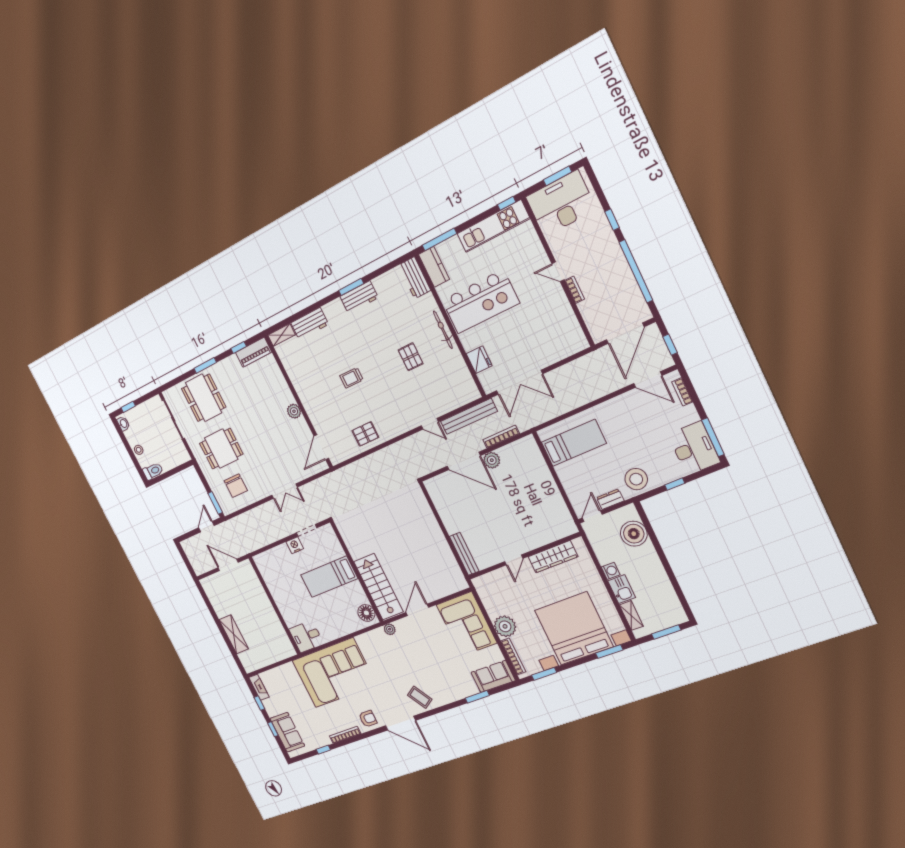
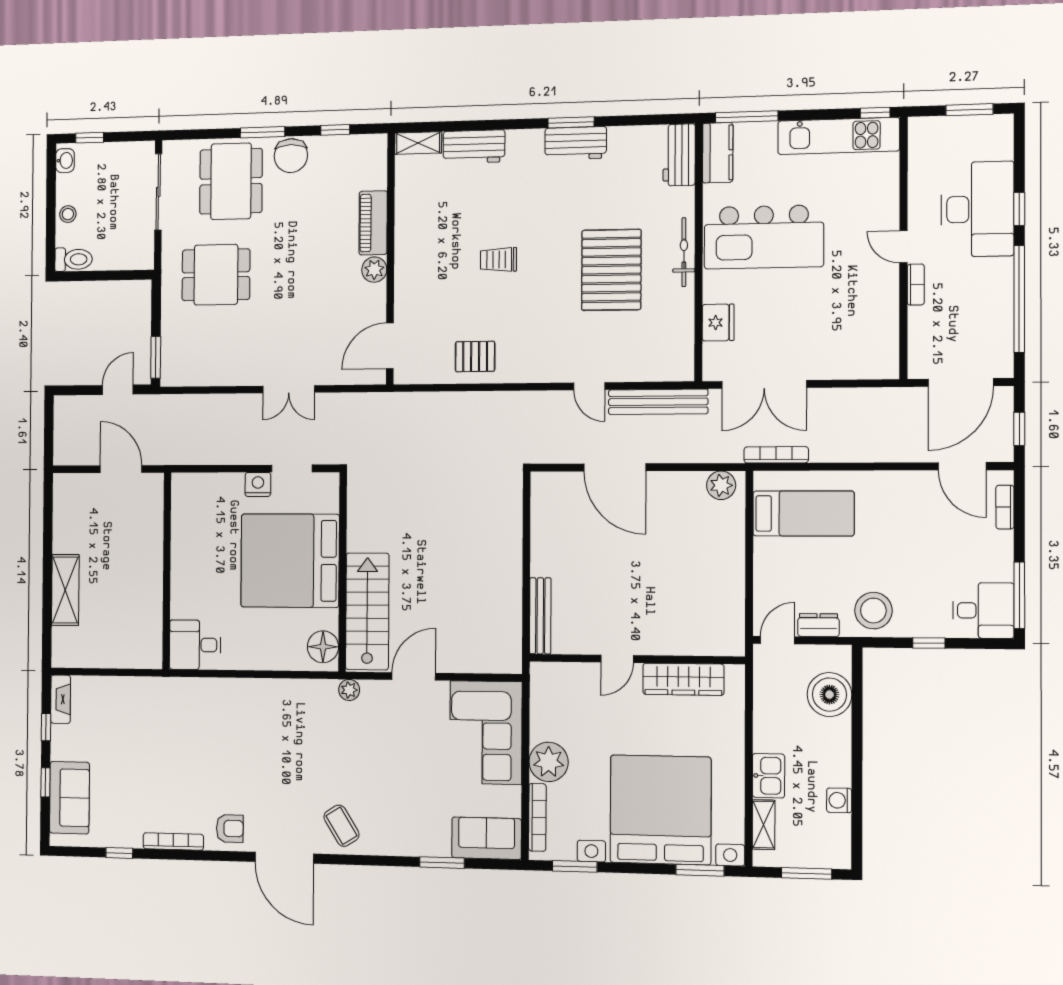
desk: (561, 203) -> (977, 209), moved, turned 90
piano: (254, 352) -> (373, 223), moved, turned 90
pallet: (411, 357) -> (611, 270), width x2.05, depth x2.00
bookcase: (501, 437) -> (776, 455), moved
desk: (694, 448) -> (983, 610), width x0.73
plant: (492, 460) -> (721, 485), moved
chair: (236, 486) -> (291, 156), moved
washing machine: (611, 571) -> (839, 800), moved, turned 180
bed: (329, 577) -> (290, 561), width x2.04
corner sofa: (334, 673) -> (212, 726), removed

